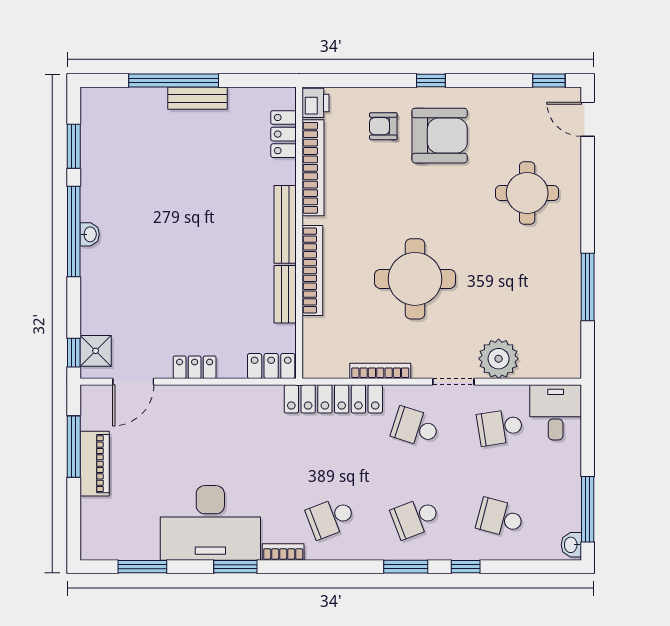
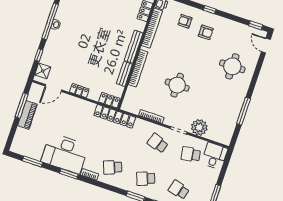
armchair: (440, 136) -> (206, 32), width x0.53, depth x0.53
round table: (415, 279) -> (177, 85), width x0.73, depth x0.73
window: (74, 353) -> (39, 55), moved
locker: (333, 399) -> (115, 116), moved

